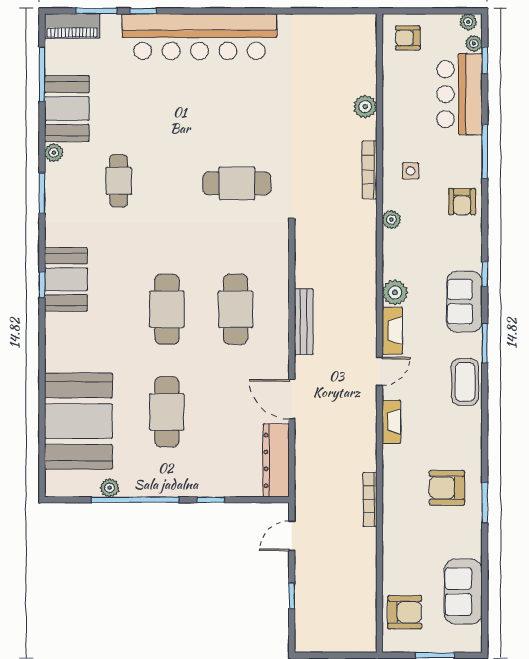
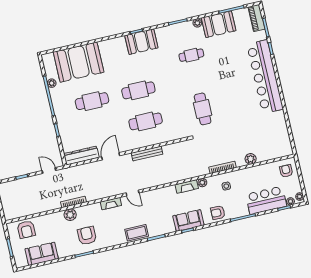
plant: (395, 293) -> (70, 215), moved
sofa: (464, 302) -> (188, 220), moved
fireplace: (392, 331) -> (187, 187), moved

